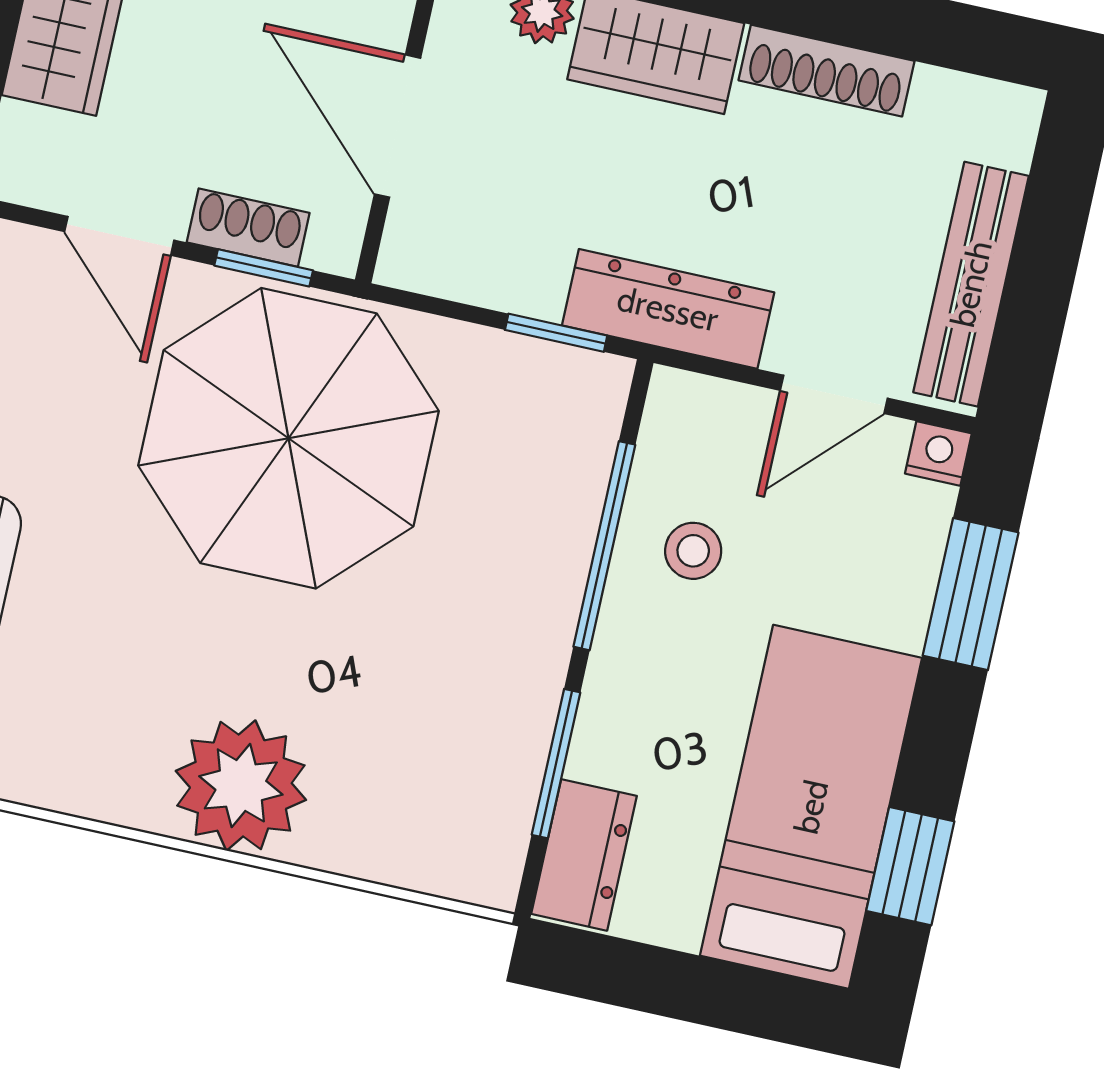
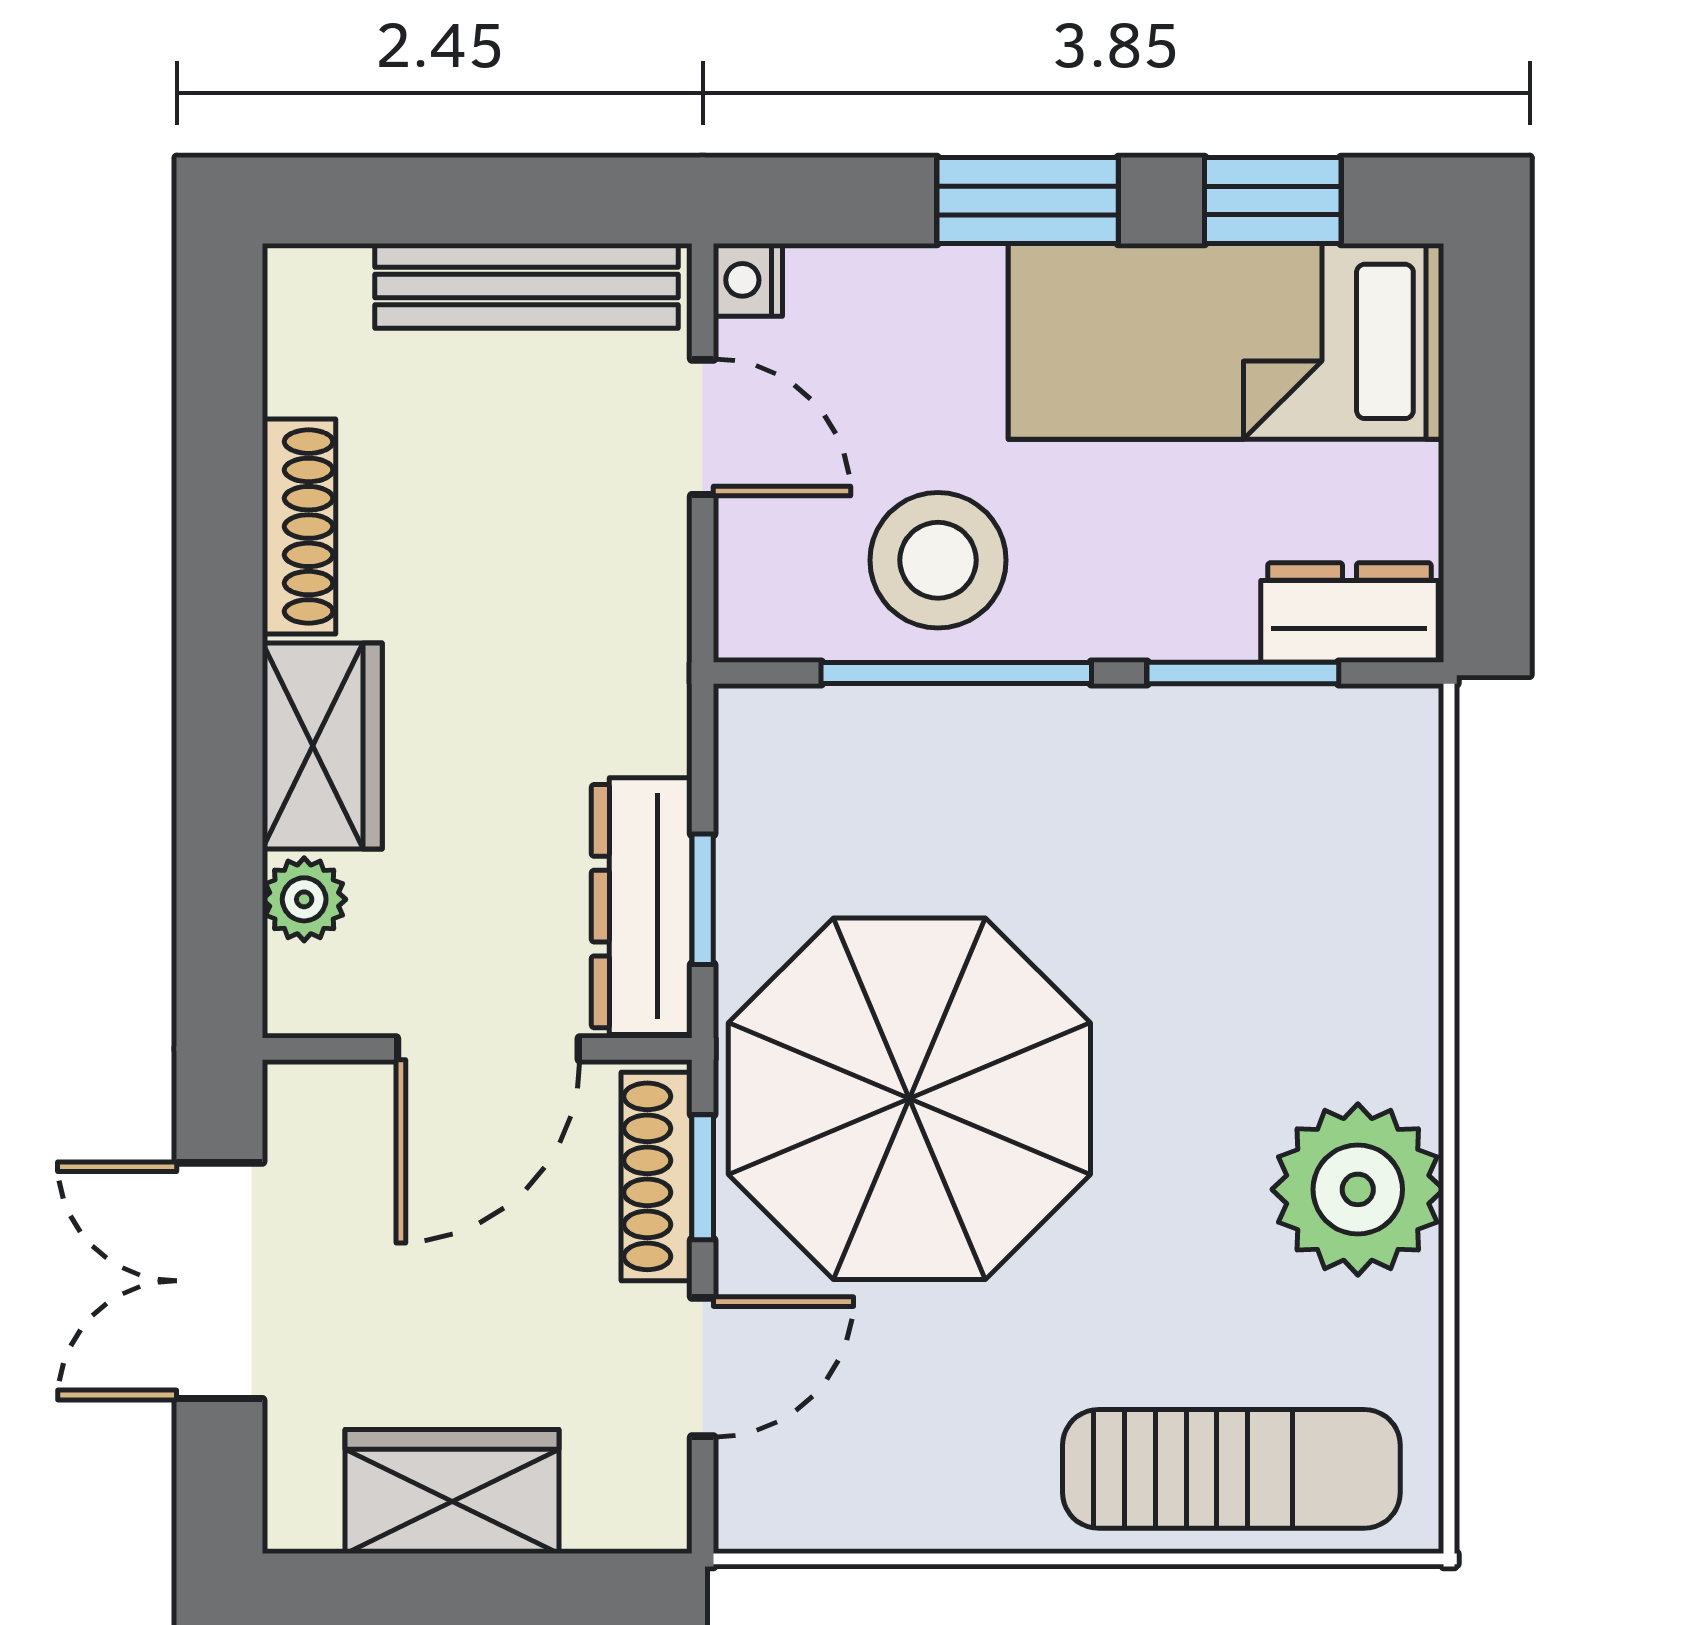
shoe rack: (248, 228) -> (657, 1176), width x1.43
dresser: (668, 309) -> (642, 906), moved
window: (556, 333) -> (703, 899), moved
stool: (693, 551) -> (938, 560), width x1.89, depth x1.89
window: (971, 594) -> (1028, 201), moved
plant: (241, 785) -> (1358, 1189), moved

